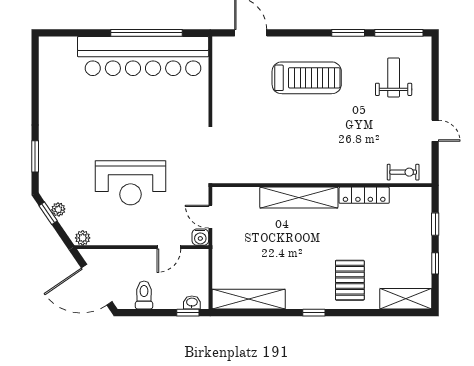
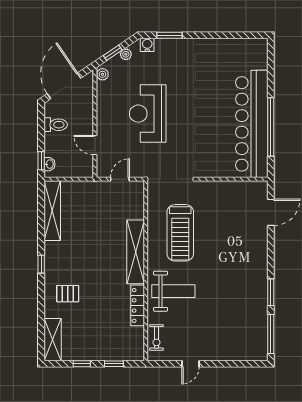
treadmill: (307, 78) -> (180, 233), moved
weight bench: (394, 78) -> (173, 291), moved, width x1.36, depth x1.33
window: (48, 213) -> (113, 53), moved
water cooler: (200, 237) -> (147, 45), moved, turned 90
pallet: (350, 280) -> (68, 294), width x0.67, depth x0.71

